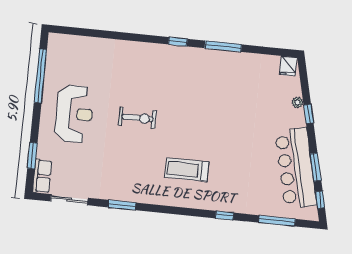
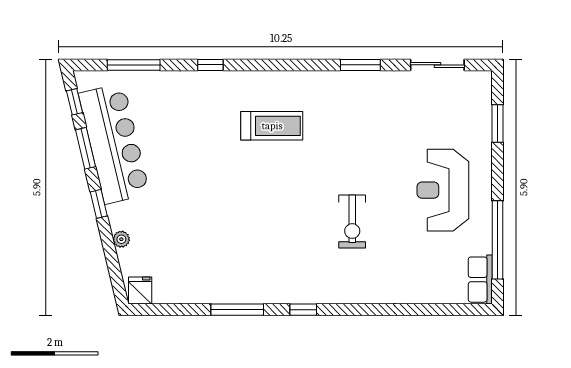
window: (309, 114) -> (99, 204), moved
exercise bike: (137, 118) -> (352, 221), moved, turned -90
row of seats: (42, 176) -> (480, 280), moved

